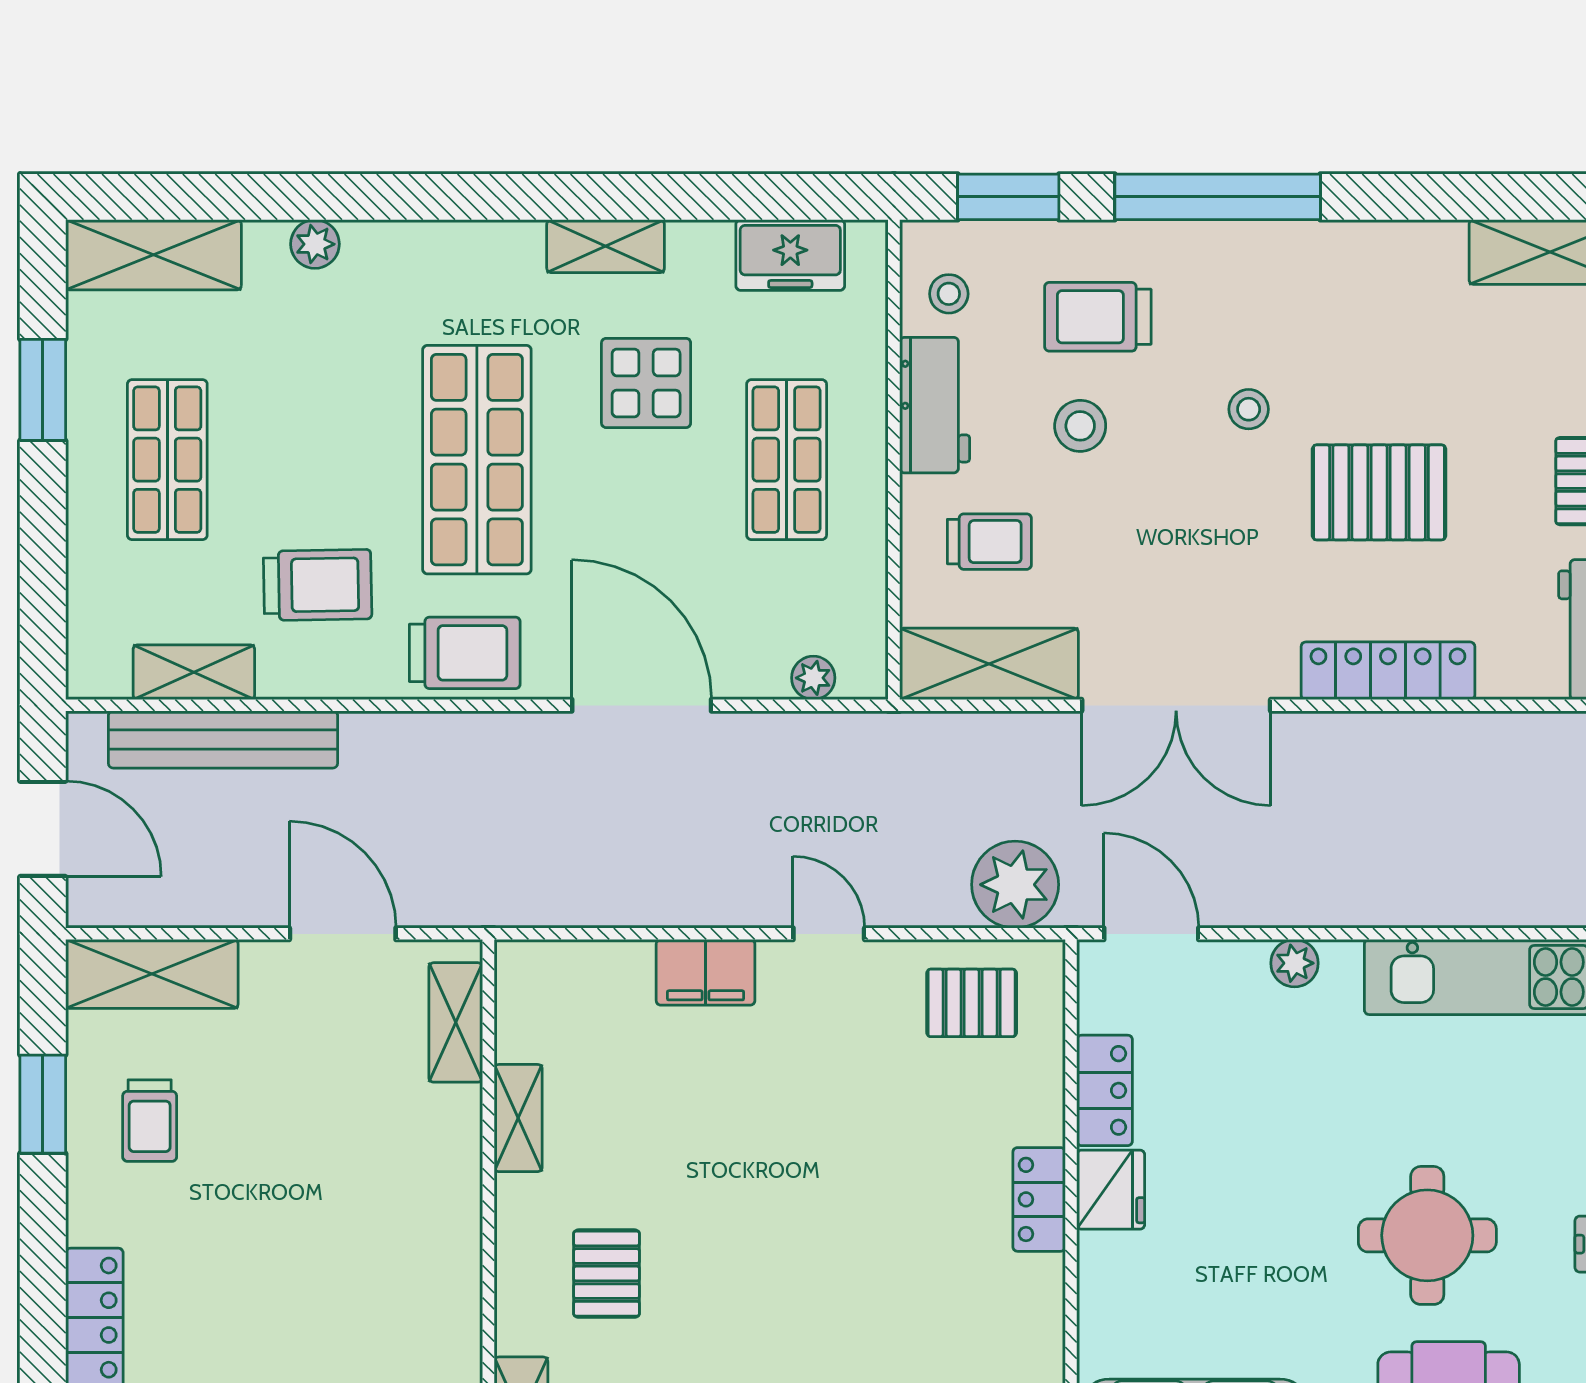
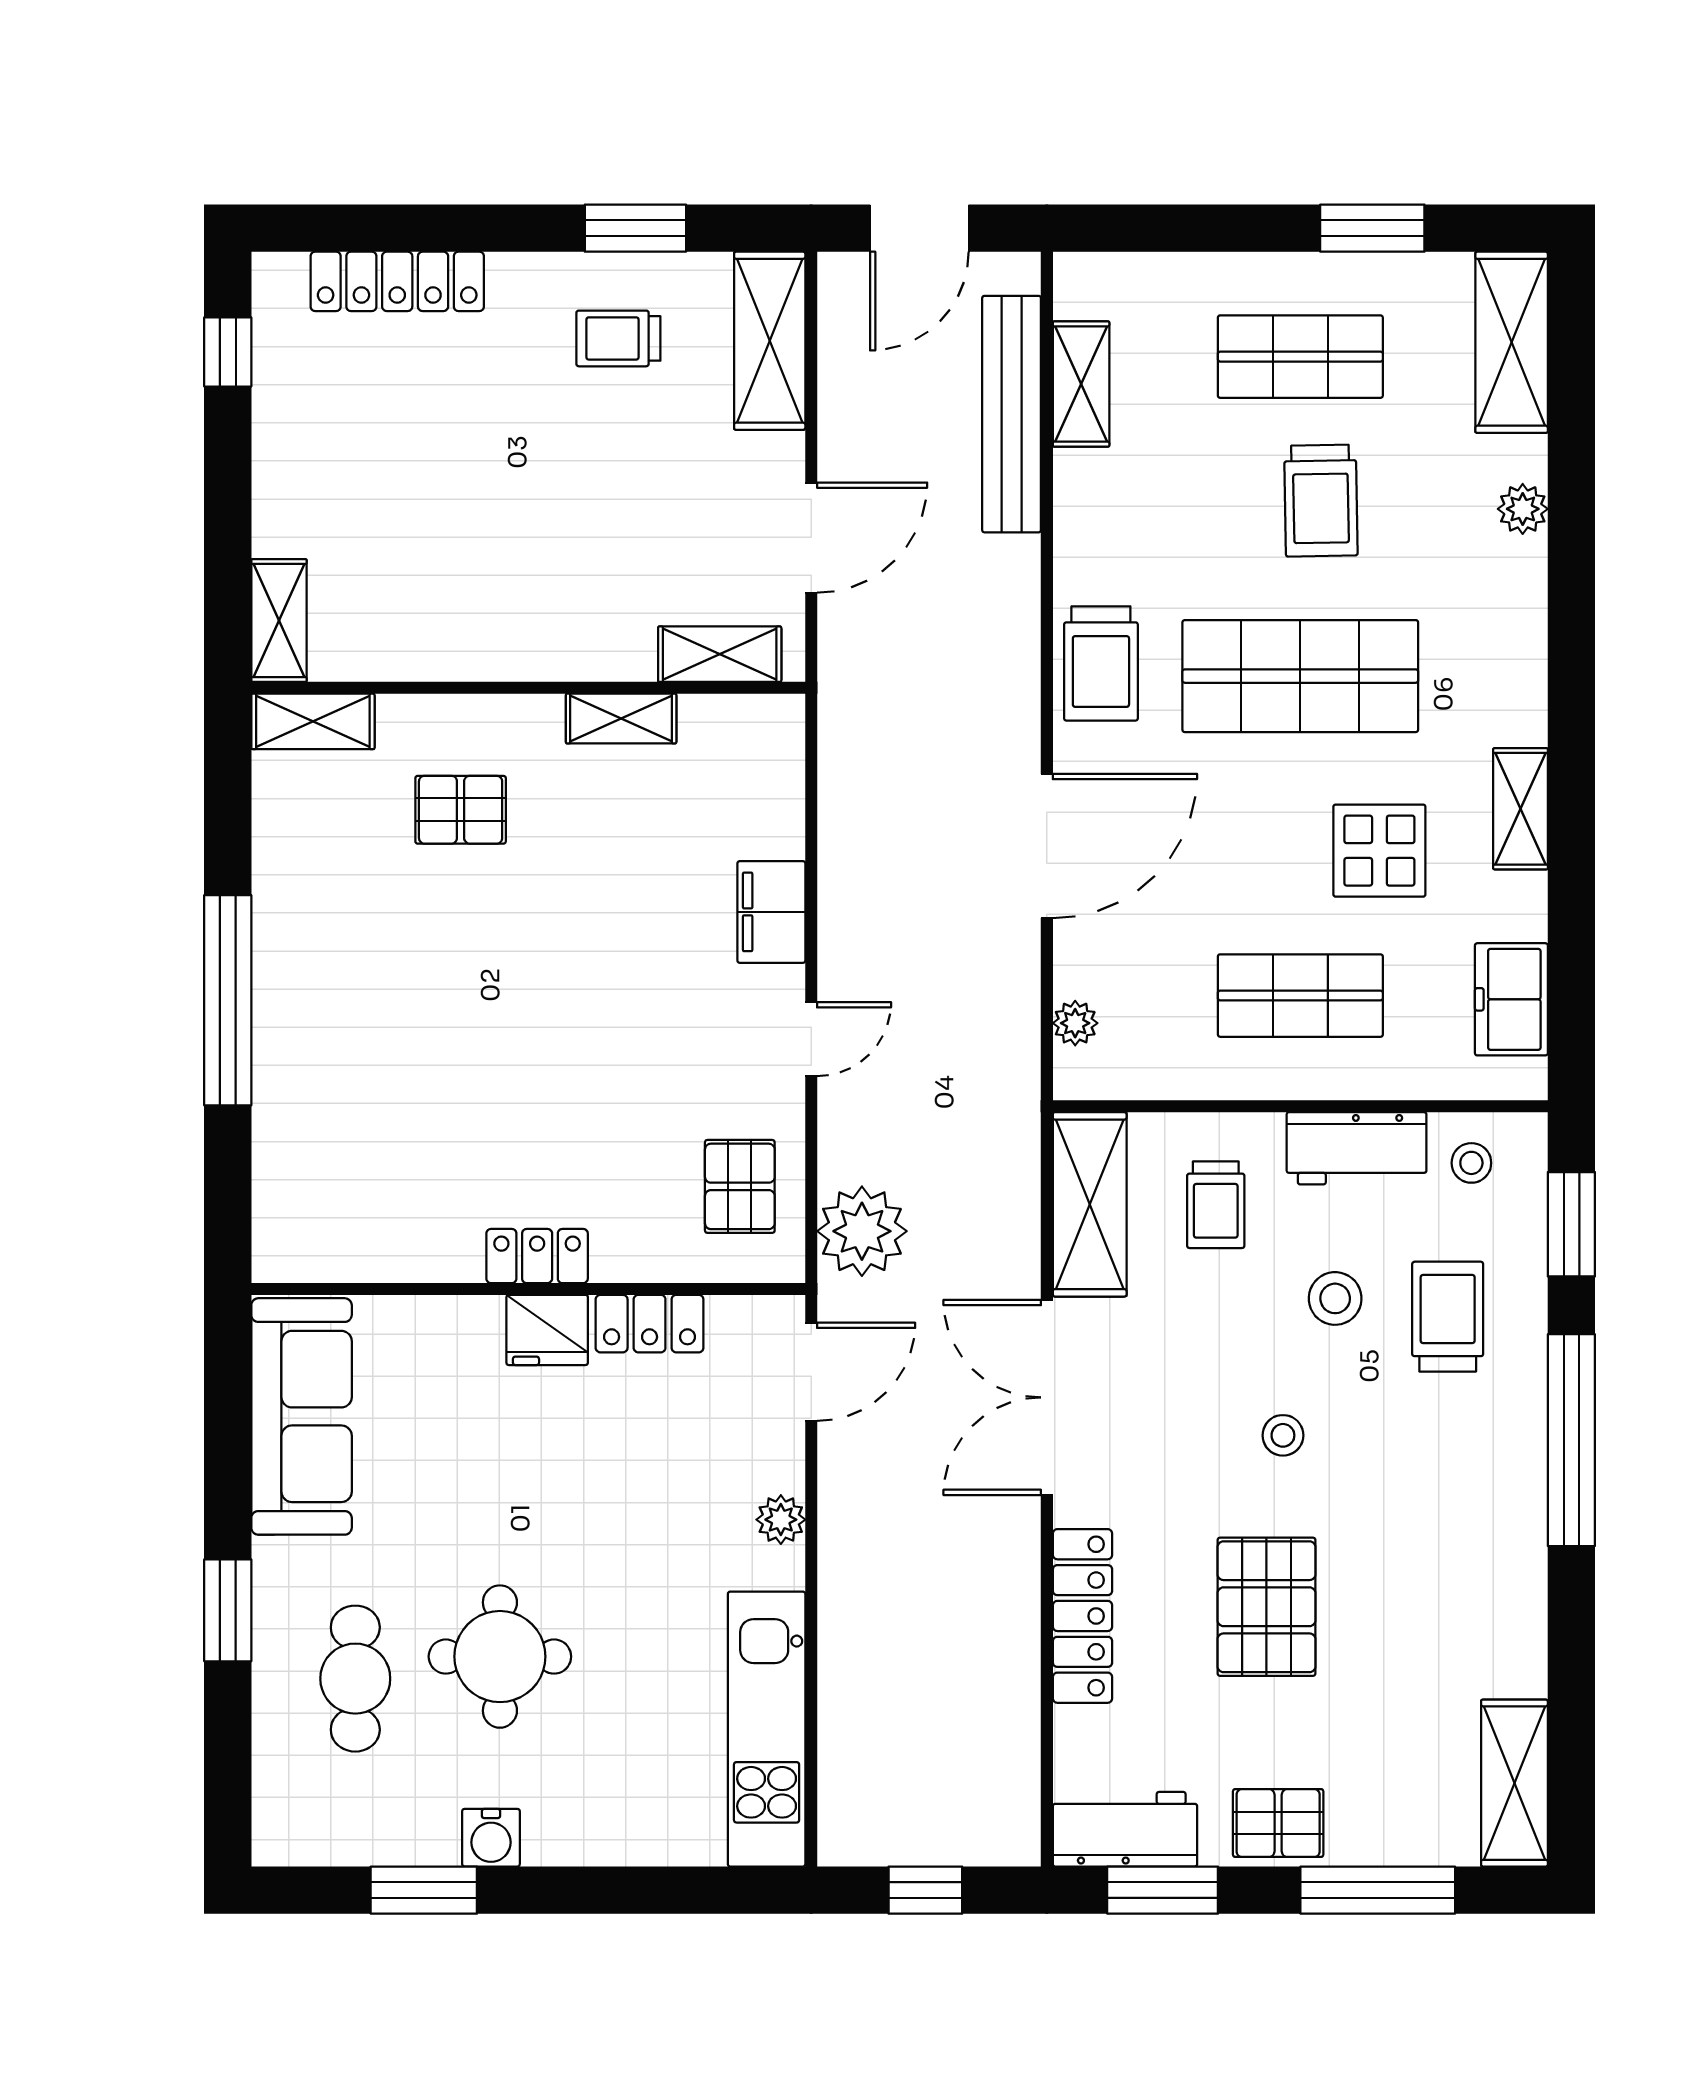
stool: (1249, 409) -> (1283, 1435), moved
trolley: (318, 585) -> (1321, 501), moved

